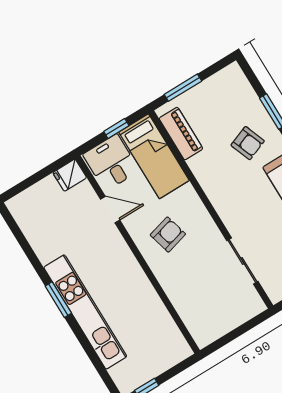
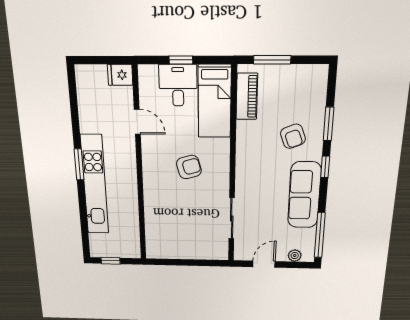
window: (116, 128) -> (181, 60), moved
fridge: (70, 175) -> (120, 75), moved
door: (110, 210) -> (137, 122), moved
wall: (138, 254) -> (139, 167), moved

